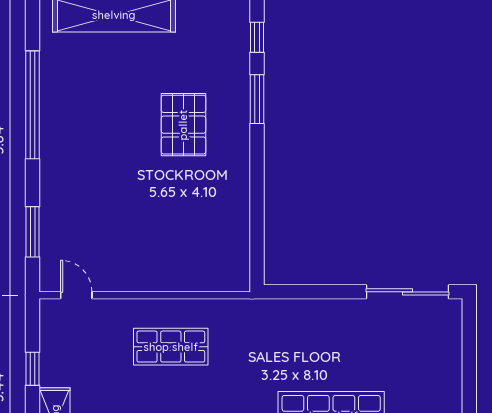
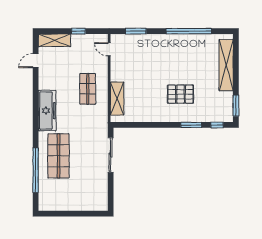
shelving: (194, 276) -> (117, 99), added
sliding door: (407, 292) -> (111, 155), moved
door: (76, 295) -> (109, 49), swing flipped

